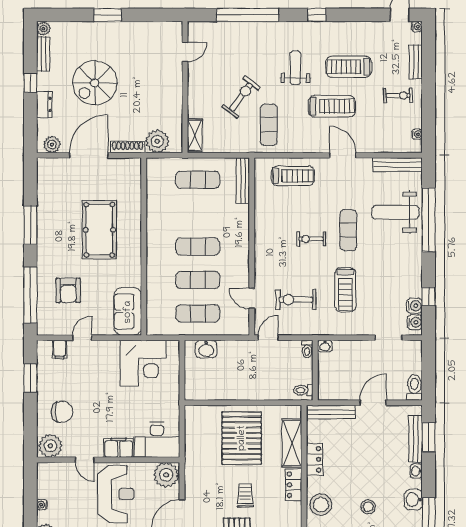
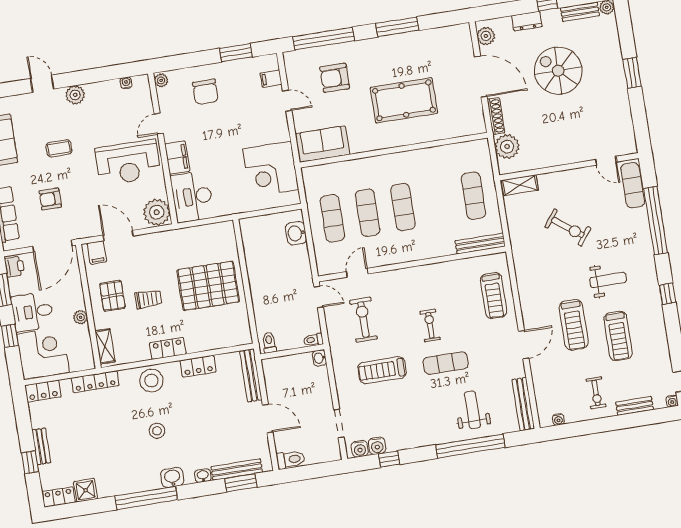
treadmill: (349, 67) -> (618, 336), turned 180
exercise mat: (269, 125) -> (633, 185), moved, turned 90
weight bench: (395, 212) -> (472, 410), width x0.73, depth x0.75
shelving: (292, 443) -> (211, 340), removed
plant: (50, 446) -> (161, 80), width x0.53, depth x0.53
water cooler: (42, 505) -> (126, 83), moved

